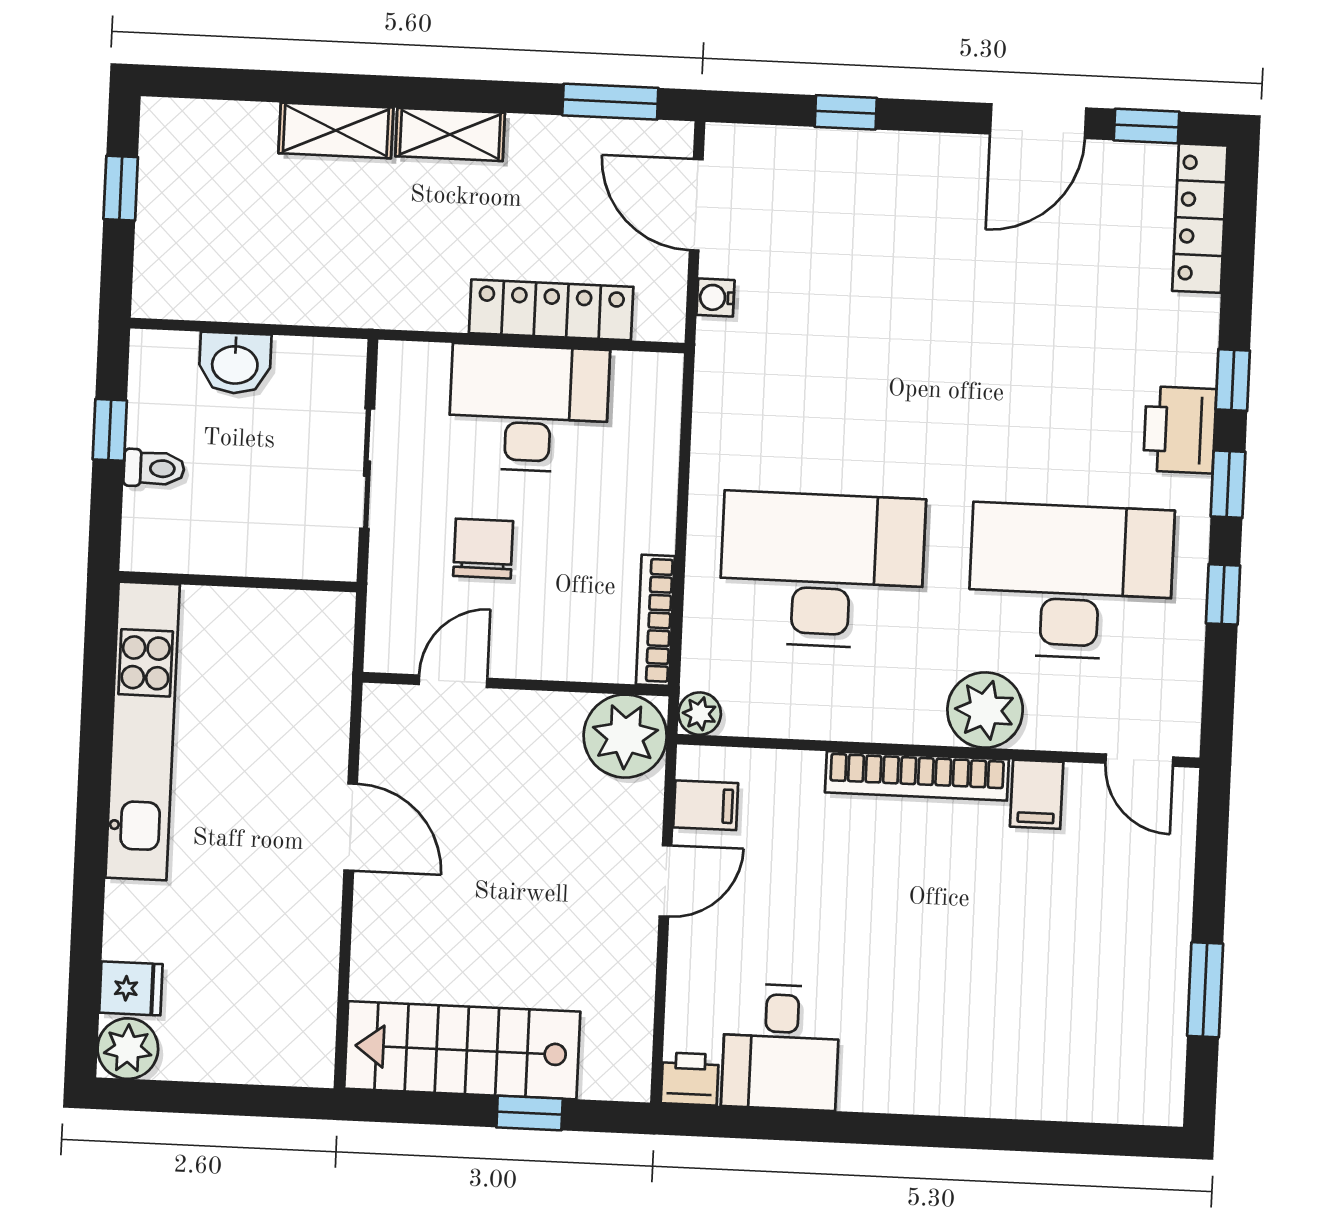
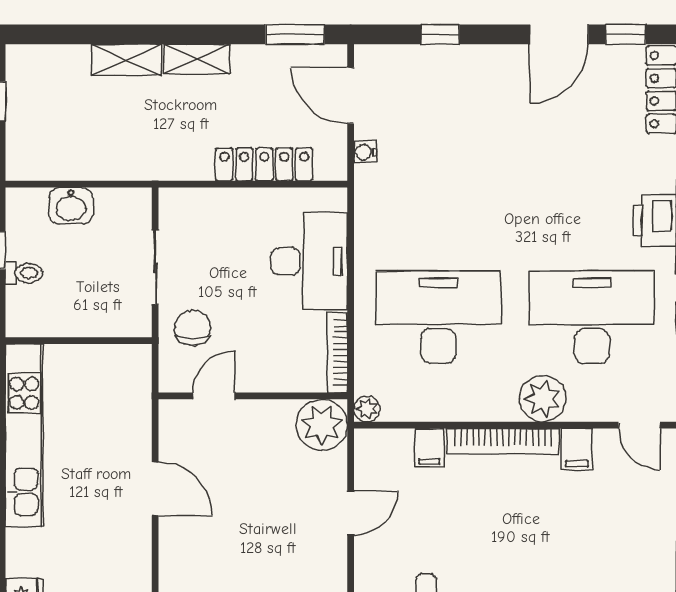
desk: (529, 408) -> (309, 261), moved, turned 90
chair: (483, 549) -> (193, 328), moved
filing cabinet: (706, 805) -> (429, 448), moved, turned 90

